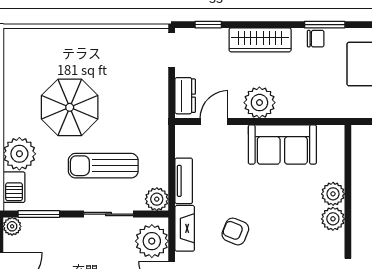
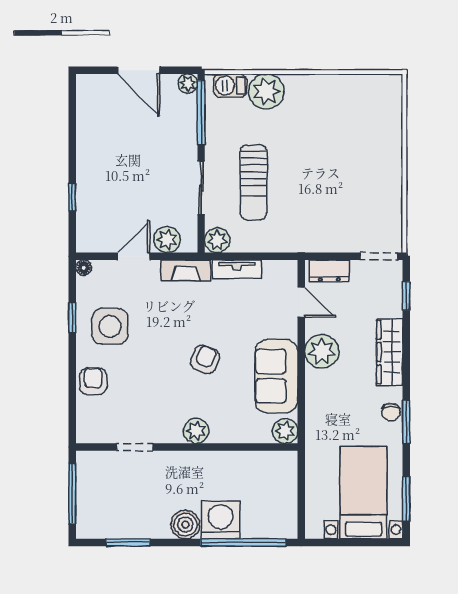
parasol: (70, 107) -> (317, 146), removed
sun lounger: (103, 166) -> (253, 182), turned 180
plant: (333, 194) -> (285, 431), moved
window: (39, 214) -> (201, 113), width x1.44
armchair: (235, 231) -> (205, 359), moved
plant: (152, 241) -> (167, 240), width x0.73, depth x0.73

